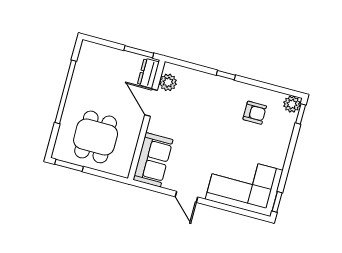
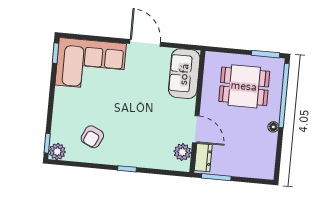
window: (66, 92) -> (284, 96), moved
floor lamp: (74, 92) -> (273, 127), added
armchair: (255, 113) -> (92, 137), turned -65
dining table: (96, 137) -> (244, 86), turned 90
door: (186, 197) -> (145, 43), width x1.38

